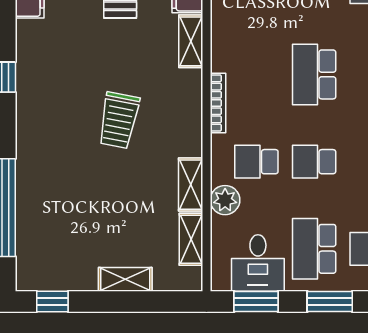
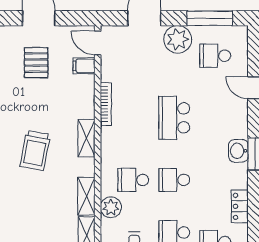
shelving: (191, 41) -> (86, 138), moved
bookcase: (218, 103) -> (106, 104), moved

